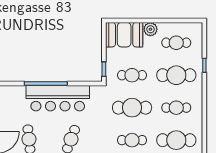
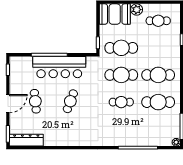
cafe table: (132, 75) -> (121, 48), width x1.37, depth x1.35
cafe table: (176, 75) -> (158, 48), removed
cafe table: (176, 108) -> (158, 75), width x1.37, depth x1.35

